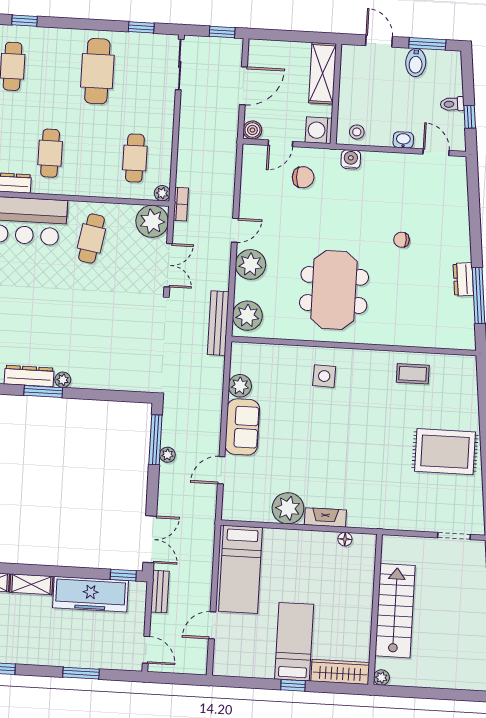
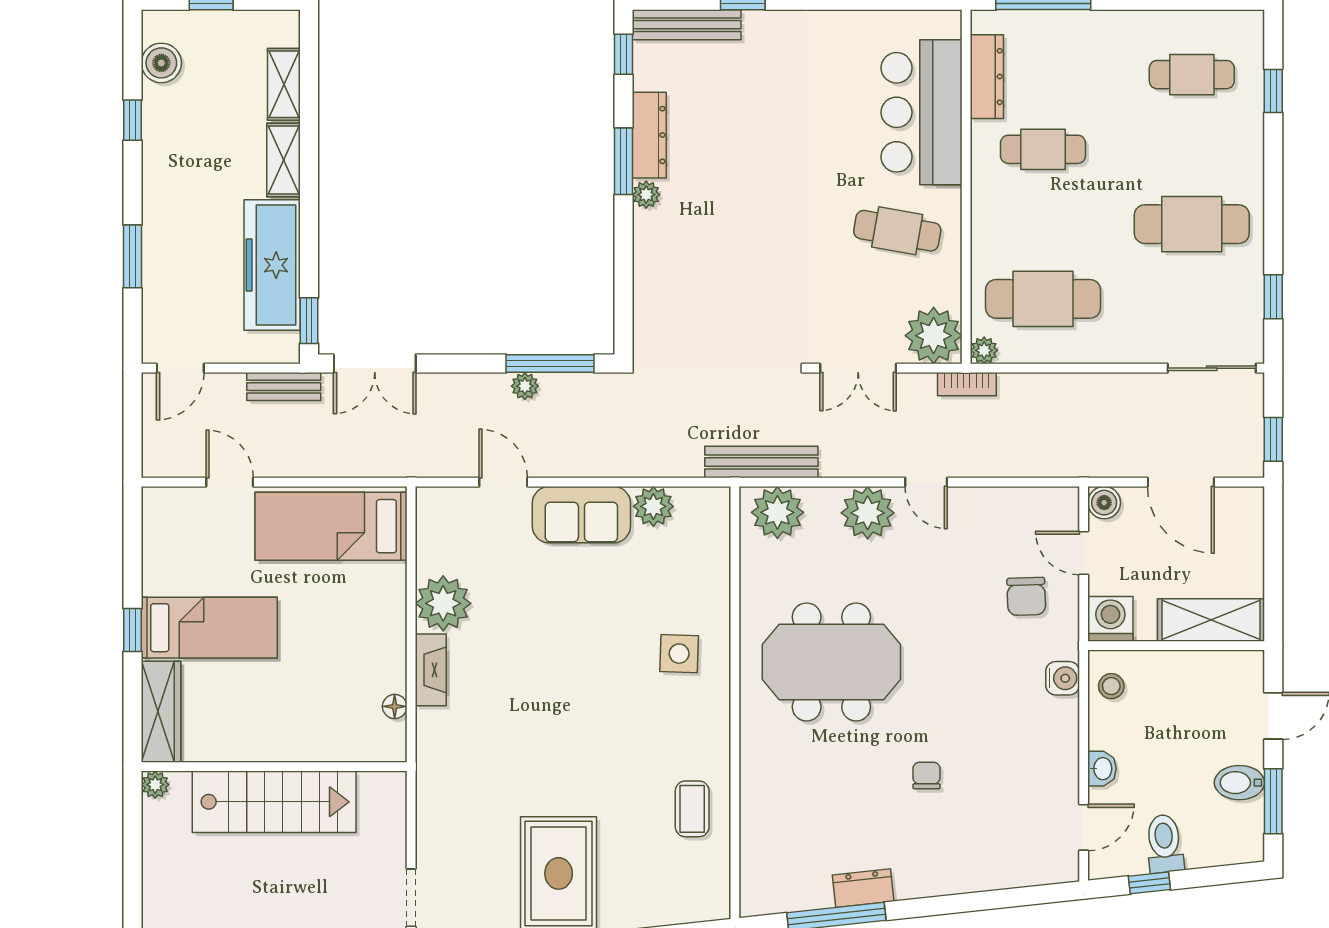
toilet: (452, 104) -> (1164, 844), width x1.37, depth x1.39
cafe table: (135, 158) -> (1043, 299), width x1.37, depth x1.35

